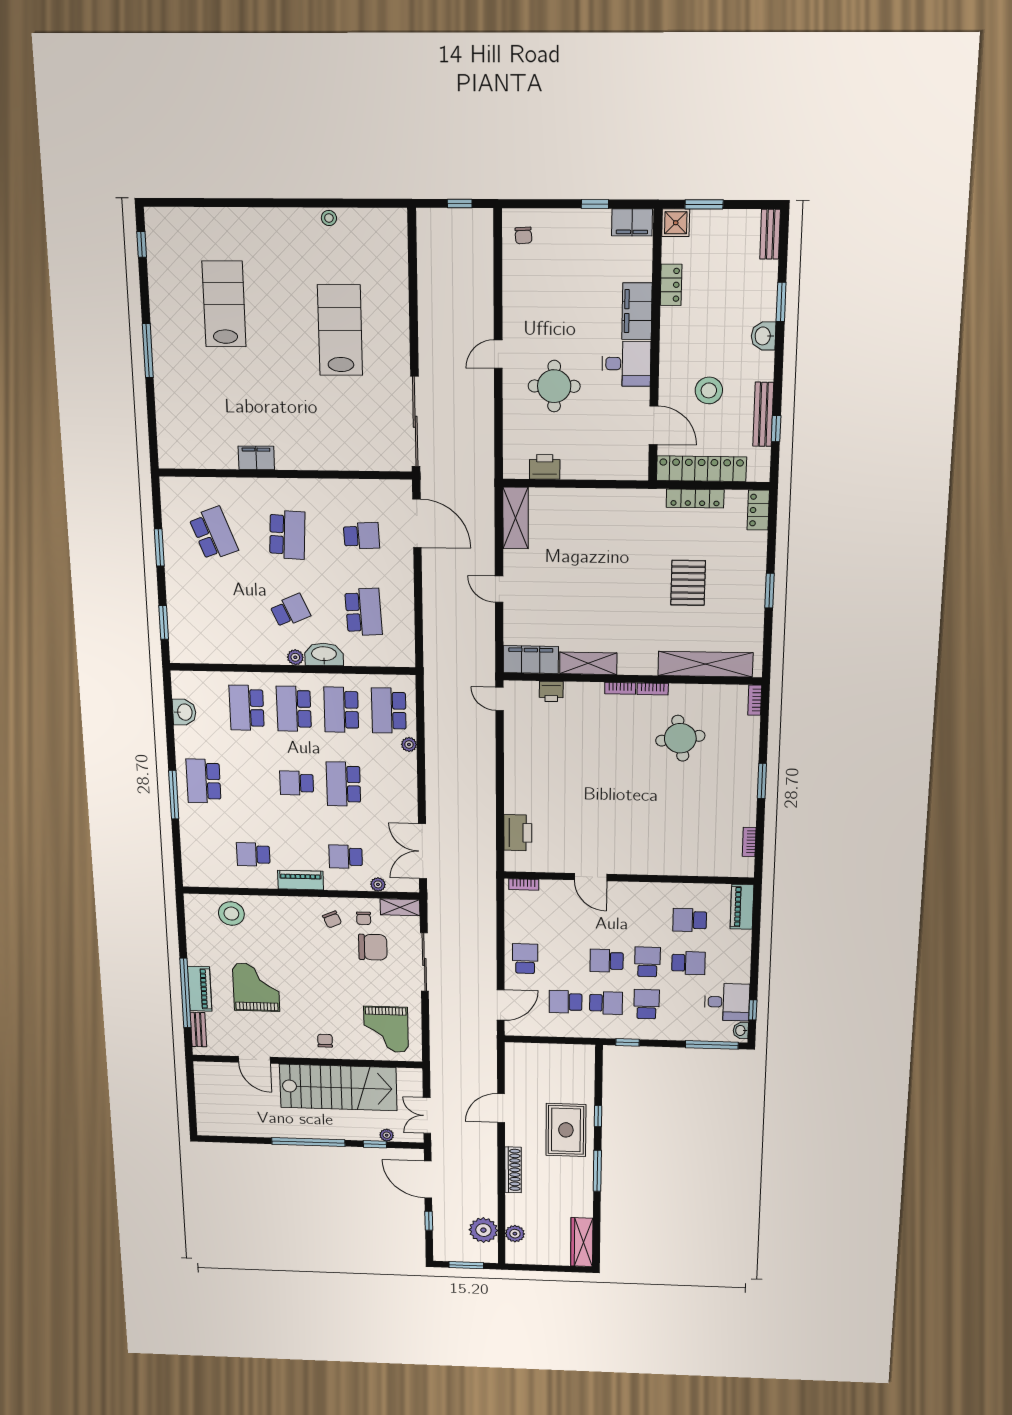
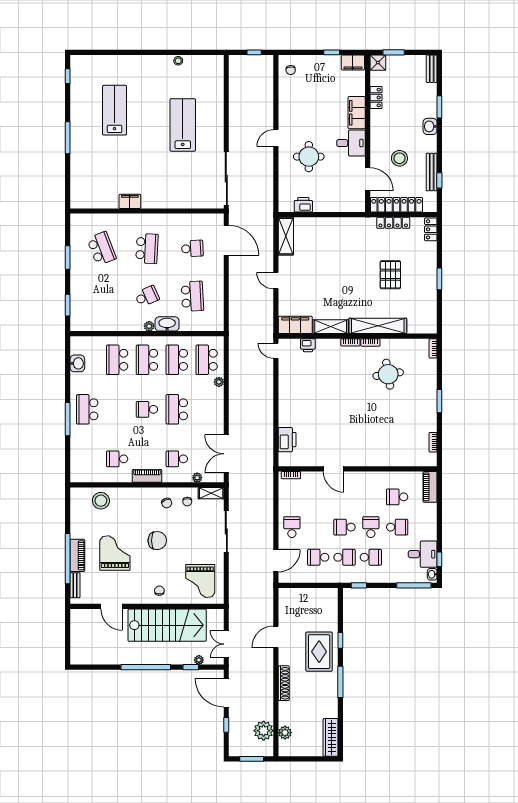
shelving: (705, 664) -> (378, 326), moved
chair: (373, 947) -> (157, 541), moved
school desk: (647, 1004) -> (371, 557), turned 90

